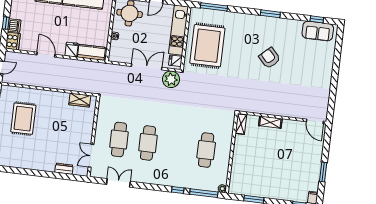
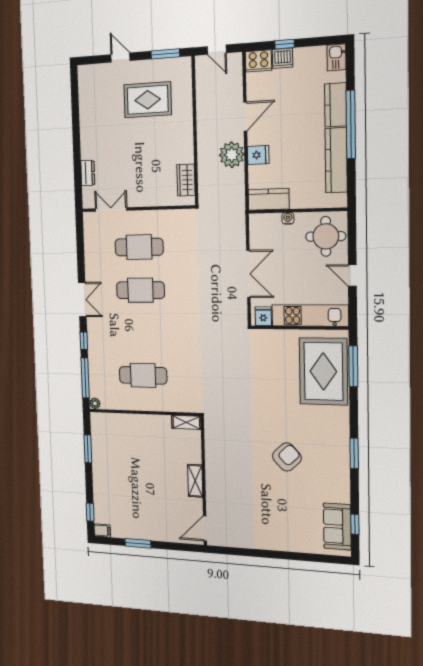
rug: (207, 46) -> (323, 371), moved, turned 90
kitchen counter: (91, 52) -> (269, 199), moved, turned -90
plant: (171, 79) -> (232, 155), moved
shelving: (270, 122) -> (195, 481), moved
double door: (118, 183) -> (82, 300), moved

